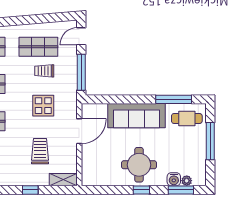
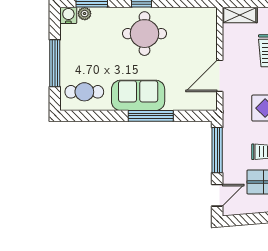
window: (174, 99) -> (151, 116), moved
sofa: (136, 116) -> (138, 95), width x0.73
water cooler: (174, 179) -> (68, 15), moved

